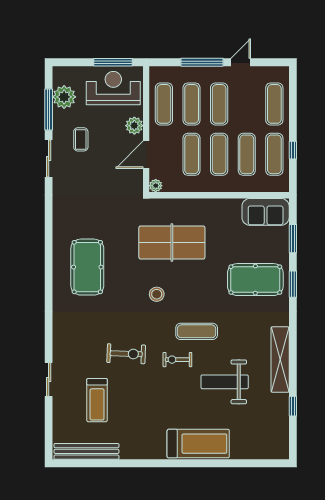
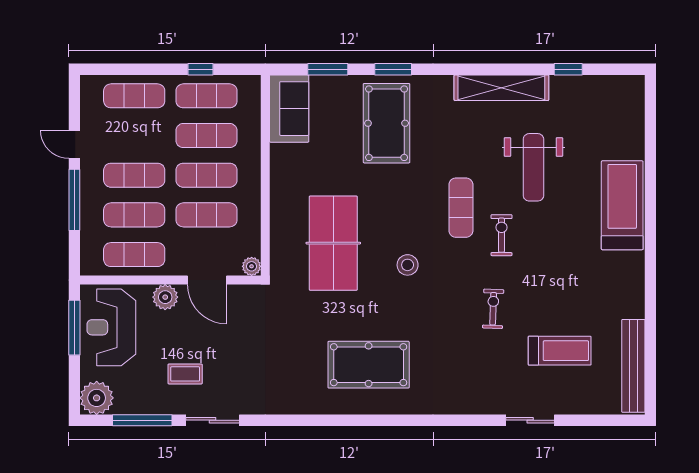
plant: (64, 97) -> (97, 398), moved
exercise bike: (126, 354) -> (493, 309), width x0.73, depth x0.72
exercise bike: (177, 360) -> (501, 235), turned 180

